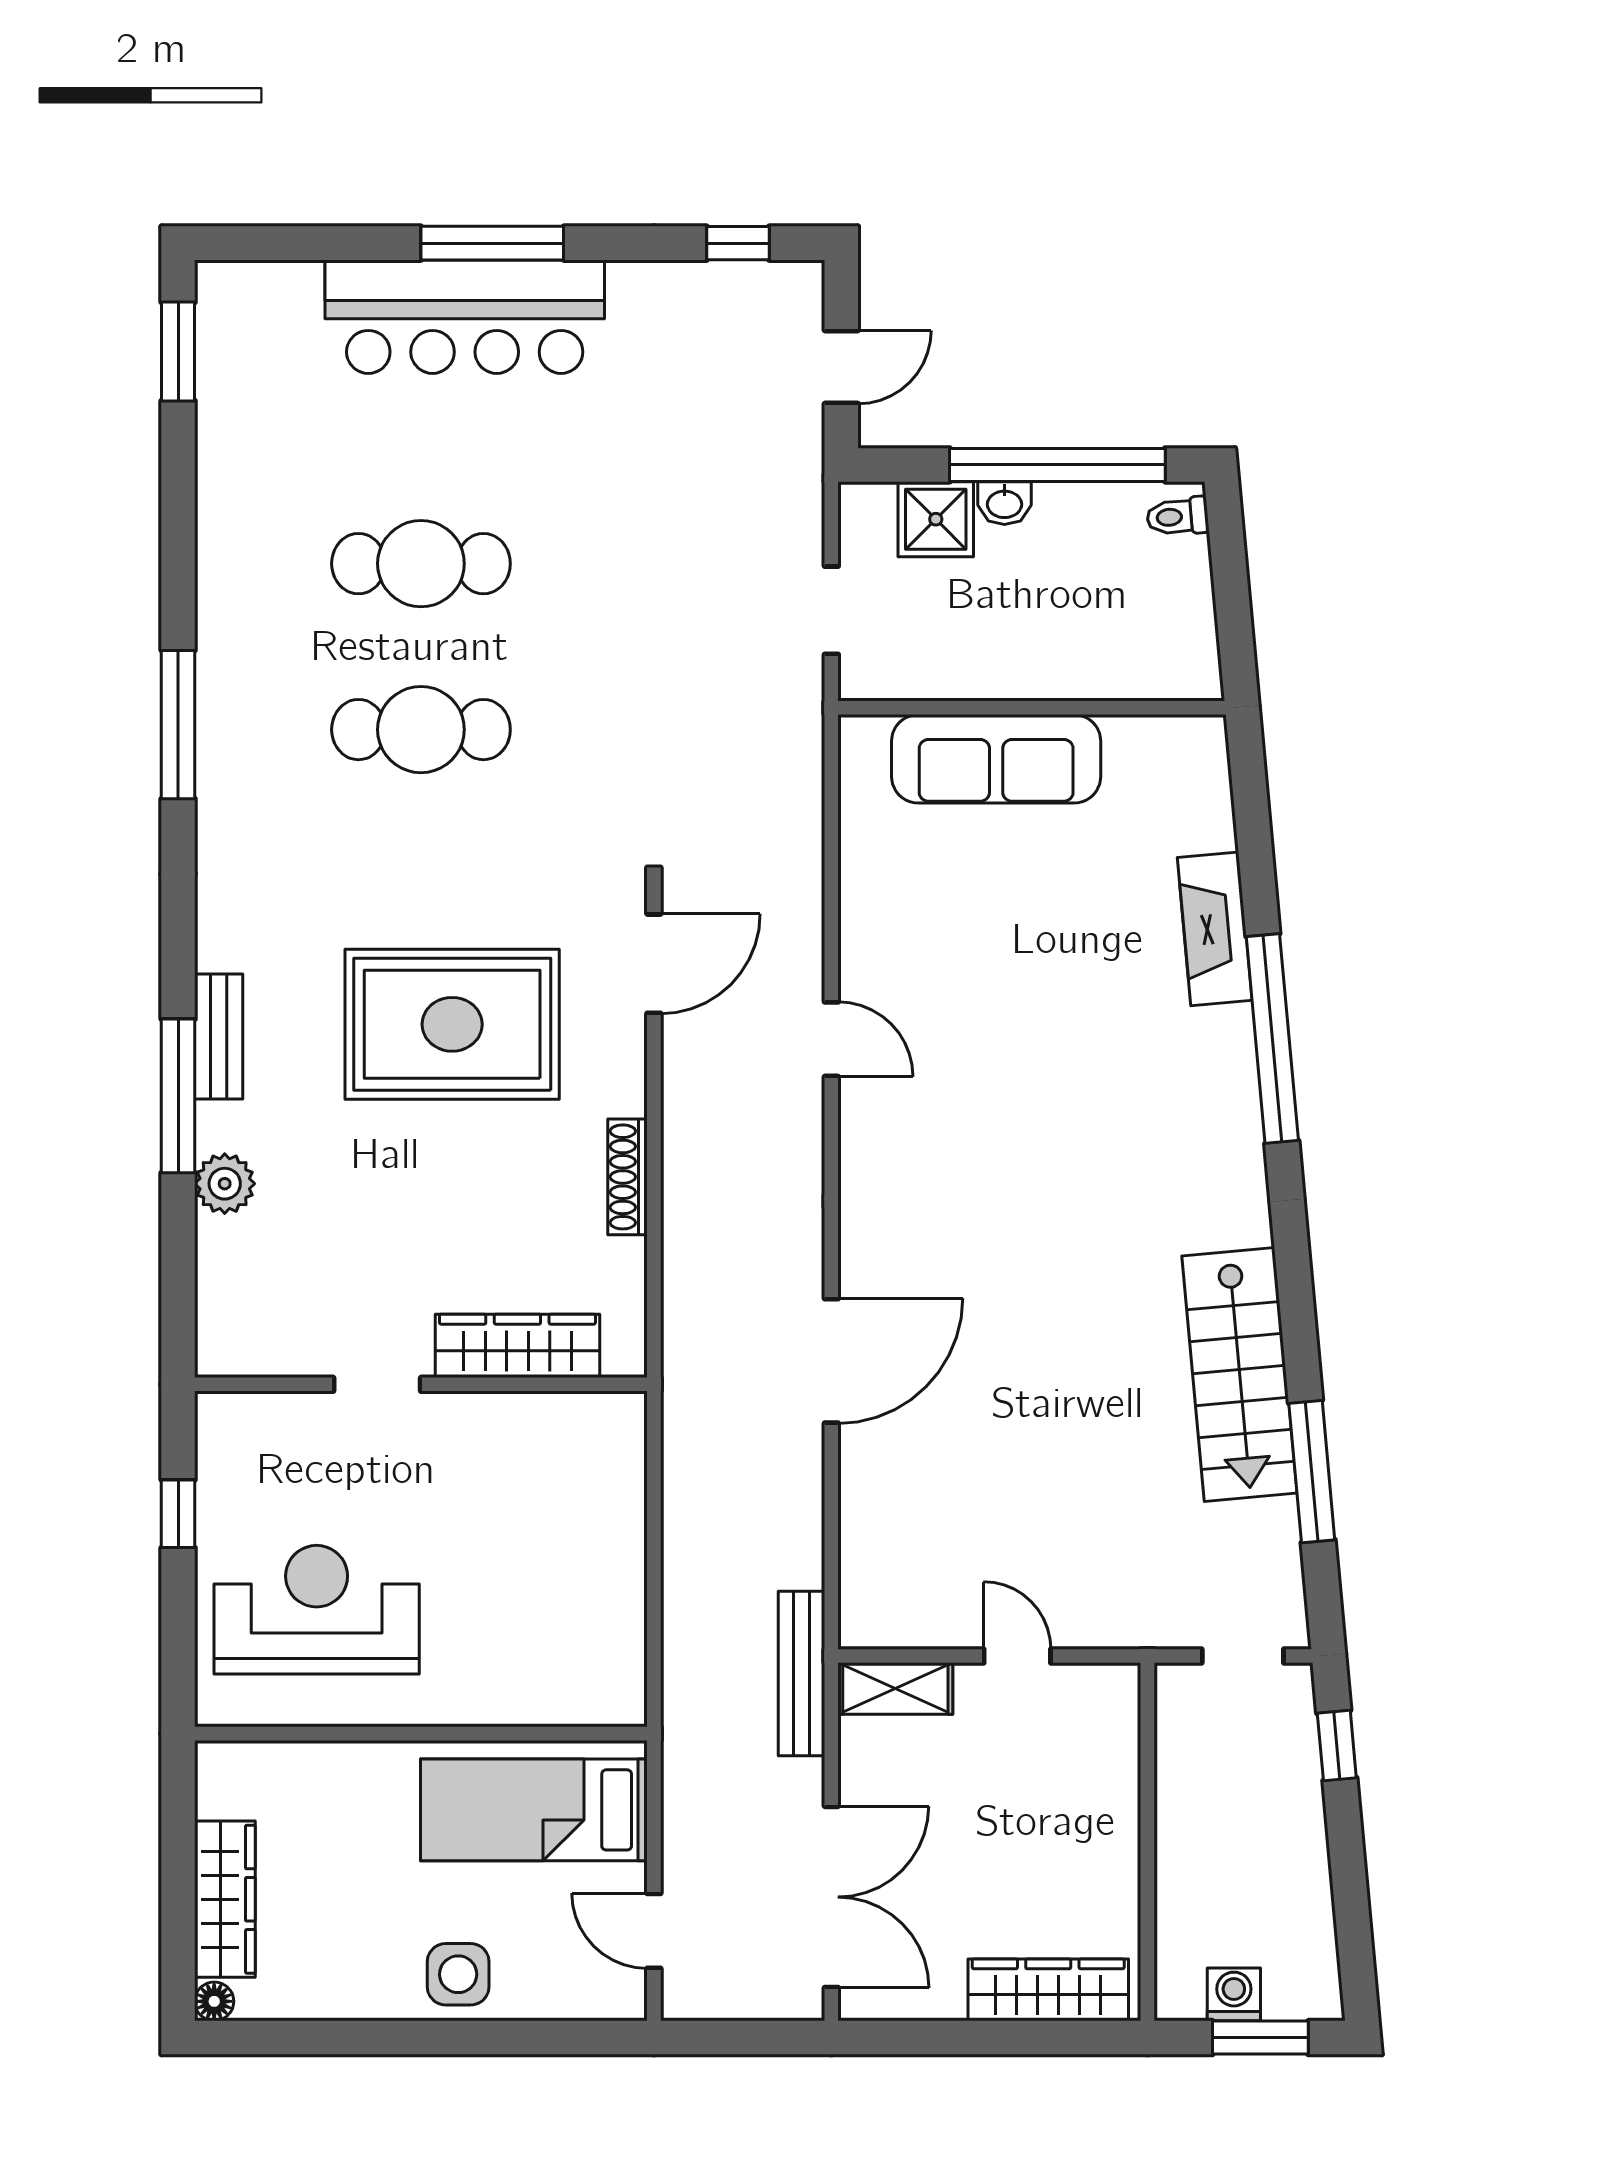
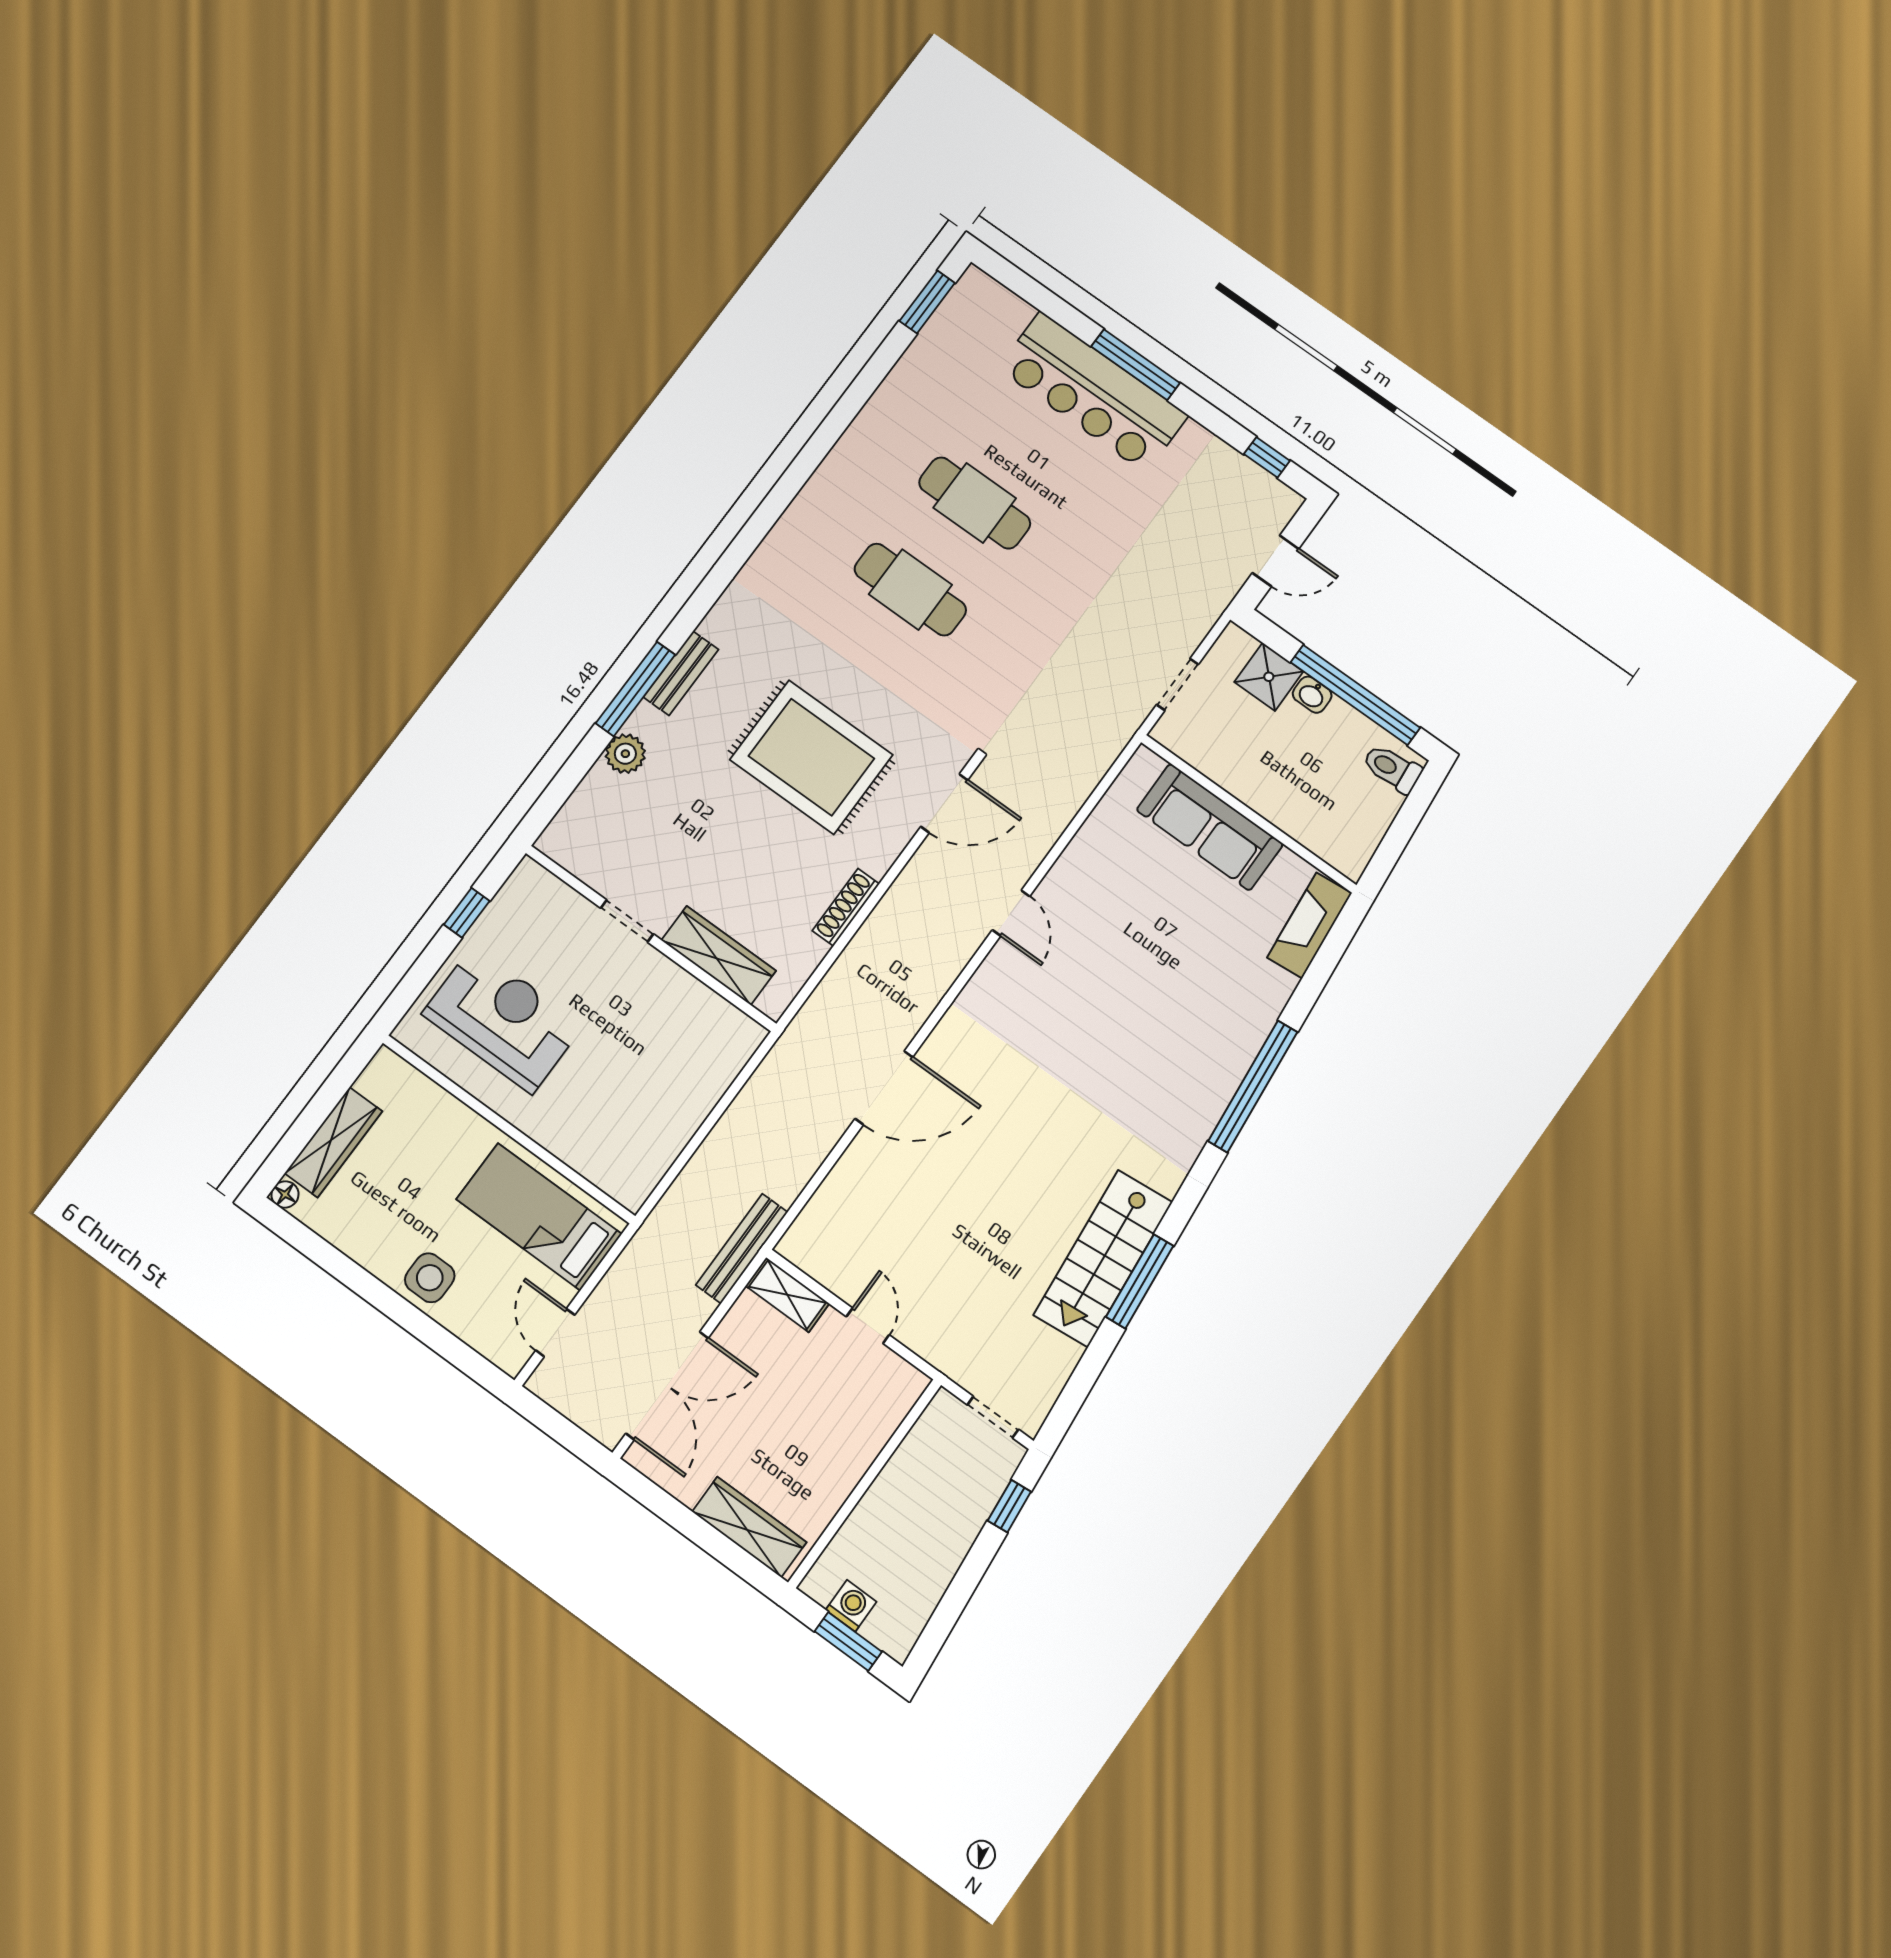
toilet: (1178, 517) -> (1392, 769), width x1.37, depth x1.39
window: (178, 725) -> (782, 494), removed
fireplace: (1215, 929) -> (1309, 925), moved
window: (1312, 1472) -> (1140, 1281), moved

